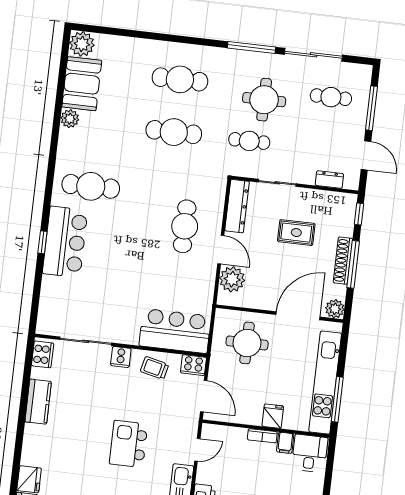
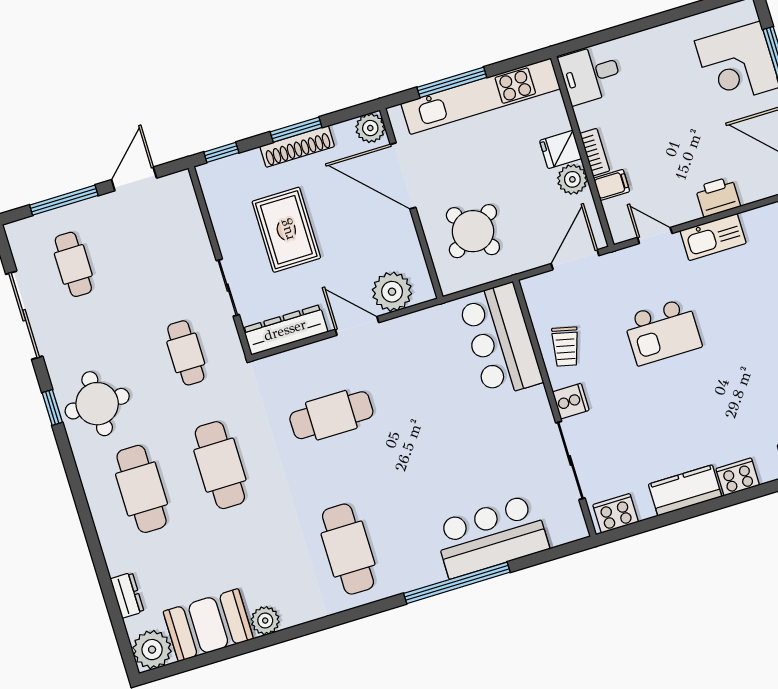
window: (251, 47) -> (52, 407), width x0.46
round table: (264, 100) -> (97, 404), moved
dresser: (329, 180) -> (127, 595), moved, turned 180
cafe table: (185, 226) -> (331, 415), moved
rug: (296, 233) -> (286, 230), width x1.36, depth x1.43
window: (42, 242) -> (457, 583), width x3.17
bar counter: (65, 242) -> (491, 536), moved
door: (221, 250) -> (357, 326), hinge flipped
window: (353, 264) -> (296, 130), width x0.69
round table: (247, 343) -> (473, 231), turned -33
cooker: (193, 365) -> (738, 477), moved, turned -90
window: (337, 399) -> (452, 82), moved
plant: (252, 415) -> (572, 179), added
filing cabinet: (285, 443) -> (612, 185), moved
kitchen island: (128, 444) -> (663, 332), moved

